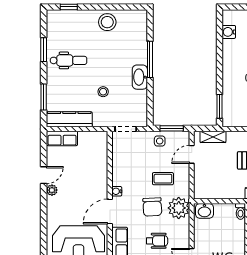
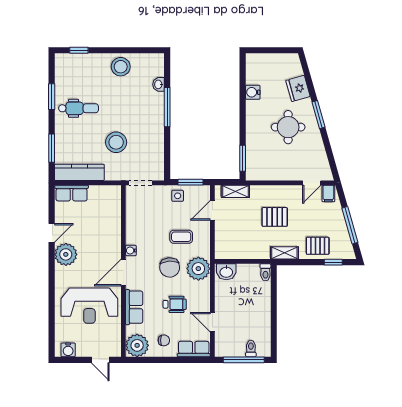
water cooler: (229, 32) -> (253, 92), moved
washbasin: (140, 77) -> (159, 84), moved, width x0.52, depth x0.69
stool: (103, 92) -> (116, 142), width x1.89, depth x1.89
plant: (52, 190) -> (66, 254), width x1.87, depth x1.87

